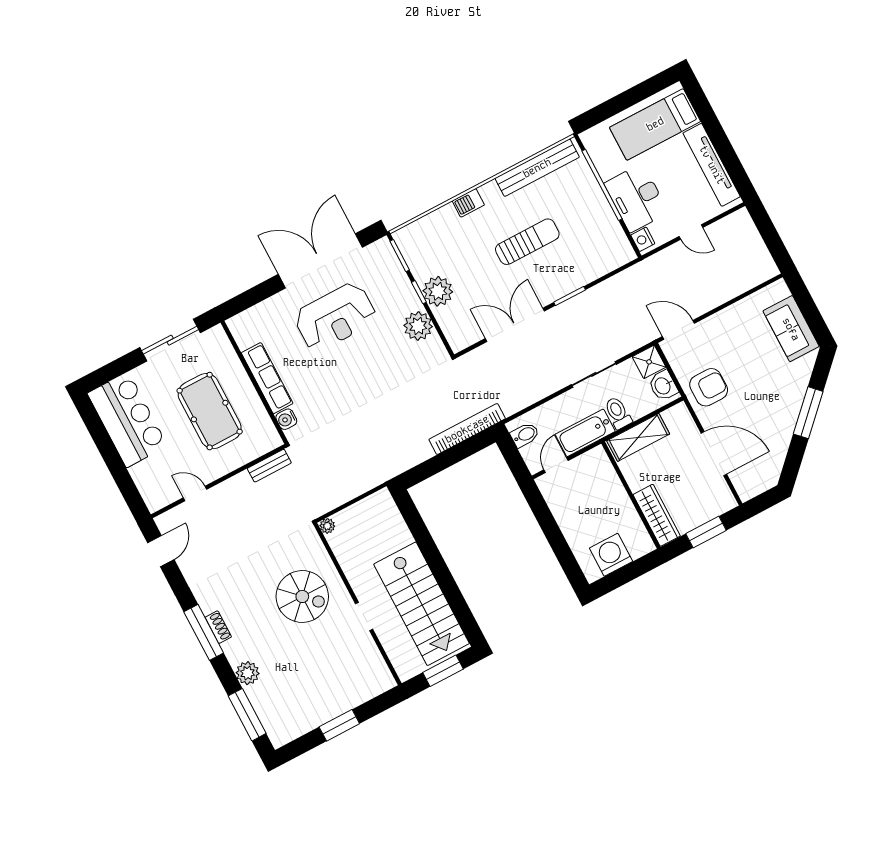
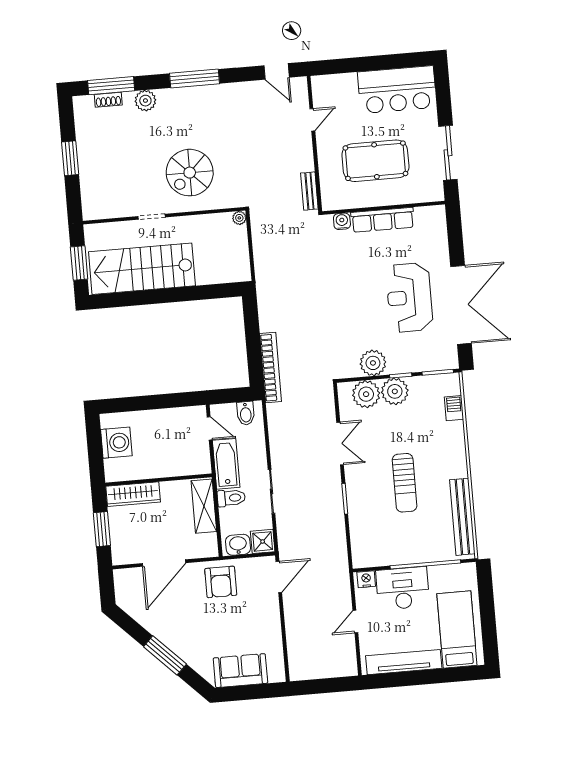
barbecue: (468, 203) -> (454, 408), moved
plant: (453, 320) -> (366, 394), added
double door: (515, 325) -> (340, 443), width x0.73
shoe rack: (218, 627) -> (108, 100), moved

